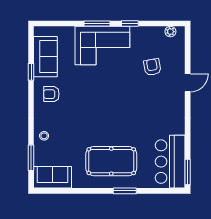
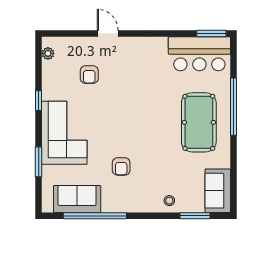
window: (97, 23) -> (39, 162), moved
armchair: (152, 67) -> (89, 75), turned -79
window: (31, 72) -> (95, 216), width x3.17
armchair: (51, 94) -> (121, 166), moved
window: (125, 191) -> (233, 107), width x2.11

